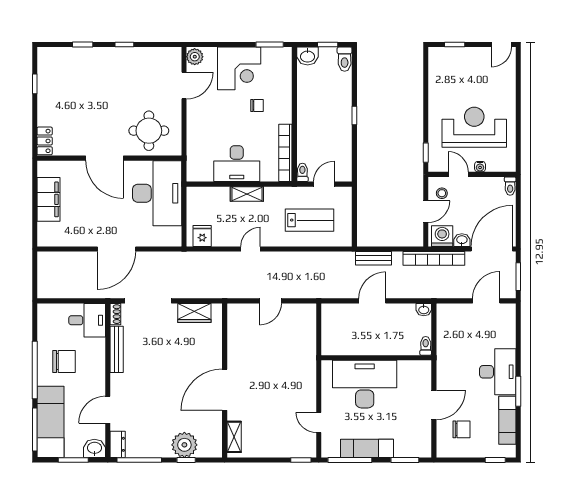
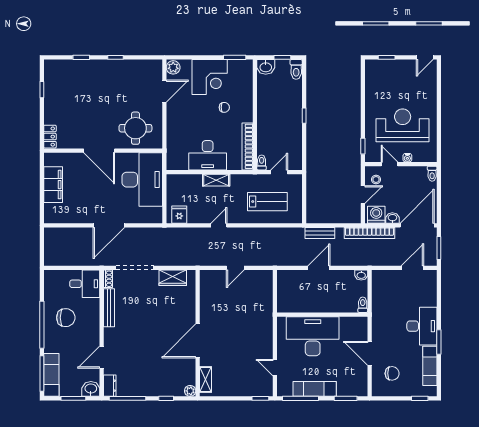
door: (434, 405) -> (370, 353), swing flipped
exam couch: (51, 422) -> (51, 375), width x0.73, depth x0.69
plant: (184, 445) -> (190, 391), moved, width x0.53, depth x0.53

